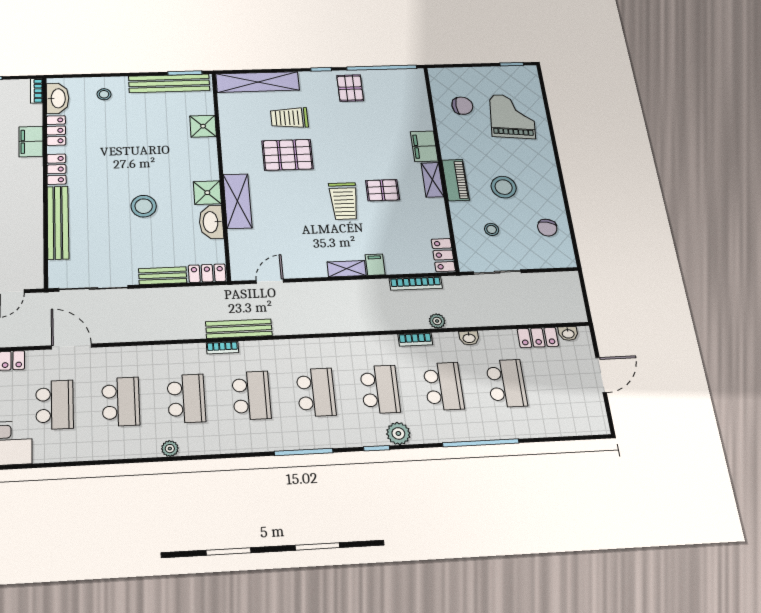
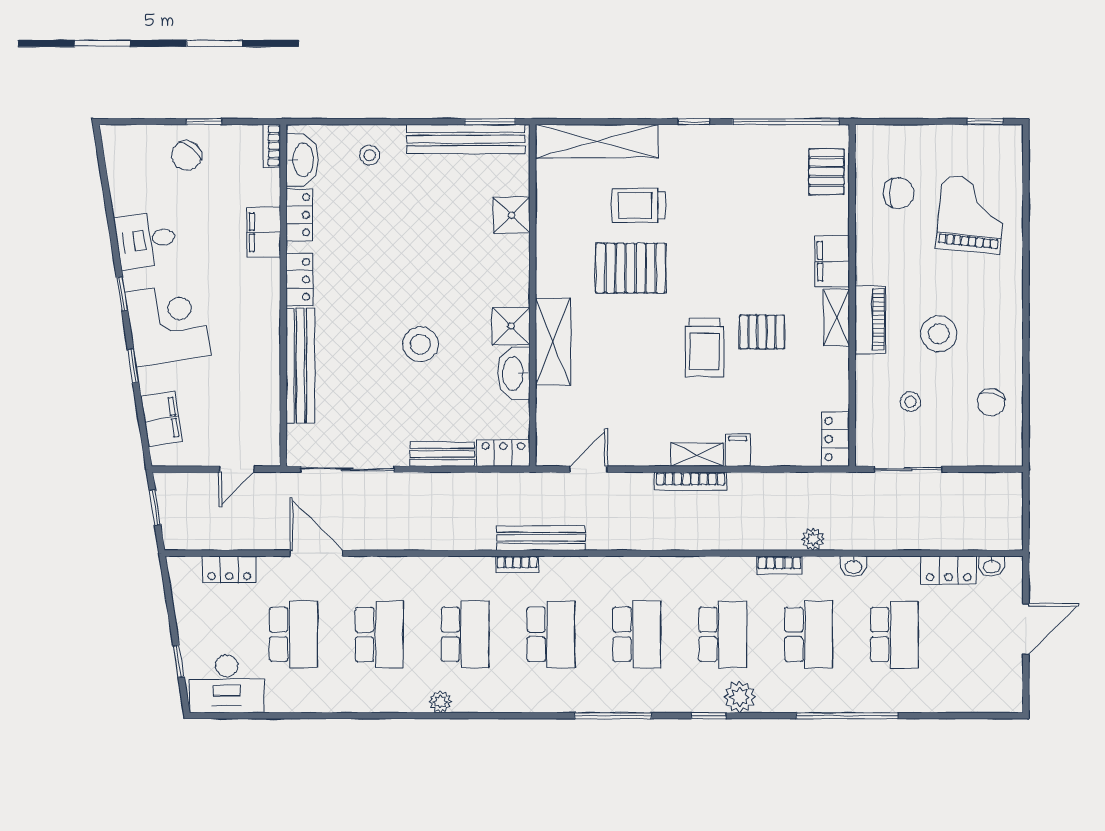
pallet: (350, 88) -> (826, 172), moved
bookcase: (416, 283) -> (691, 481), moved

